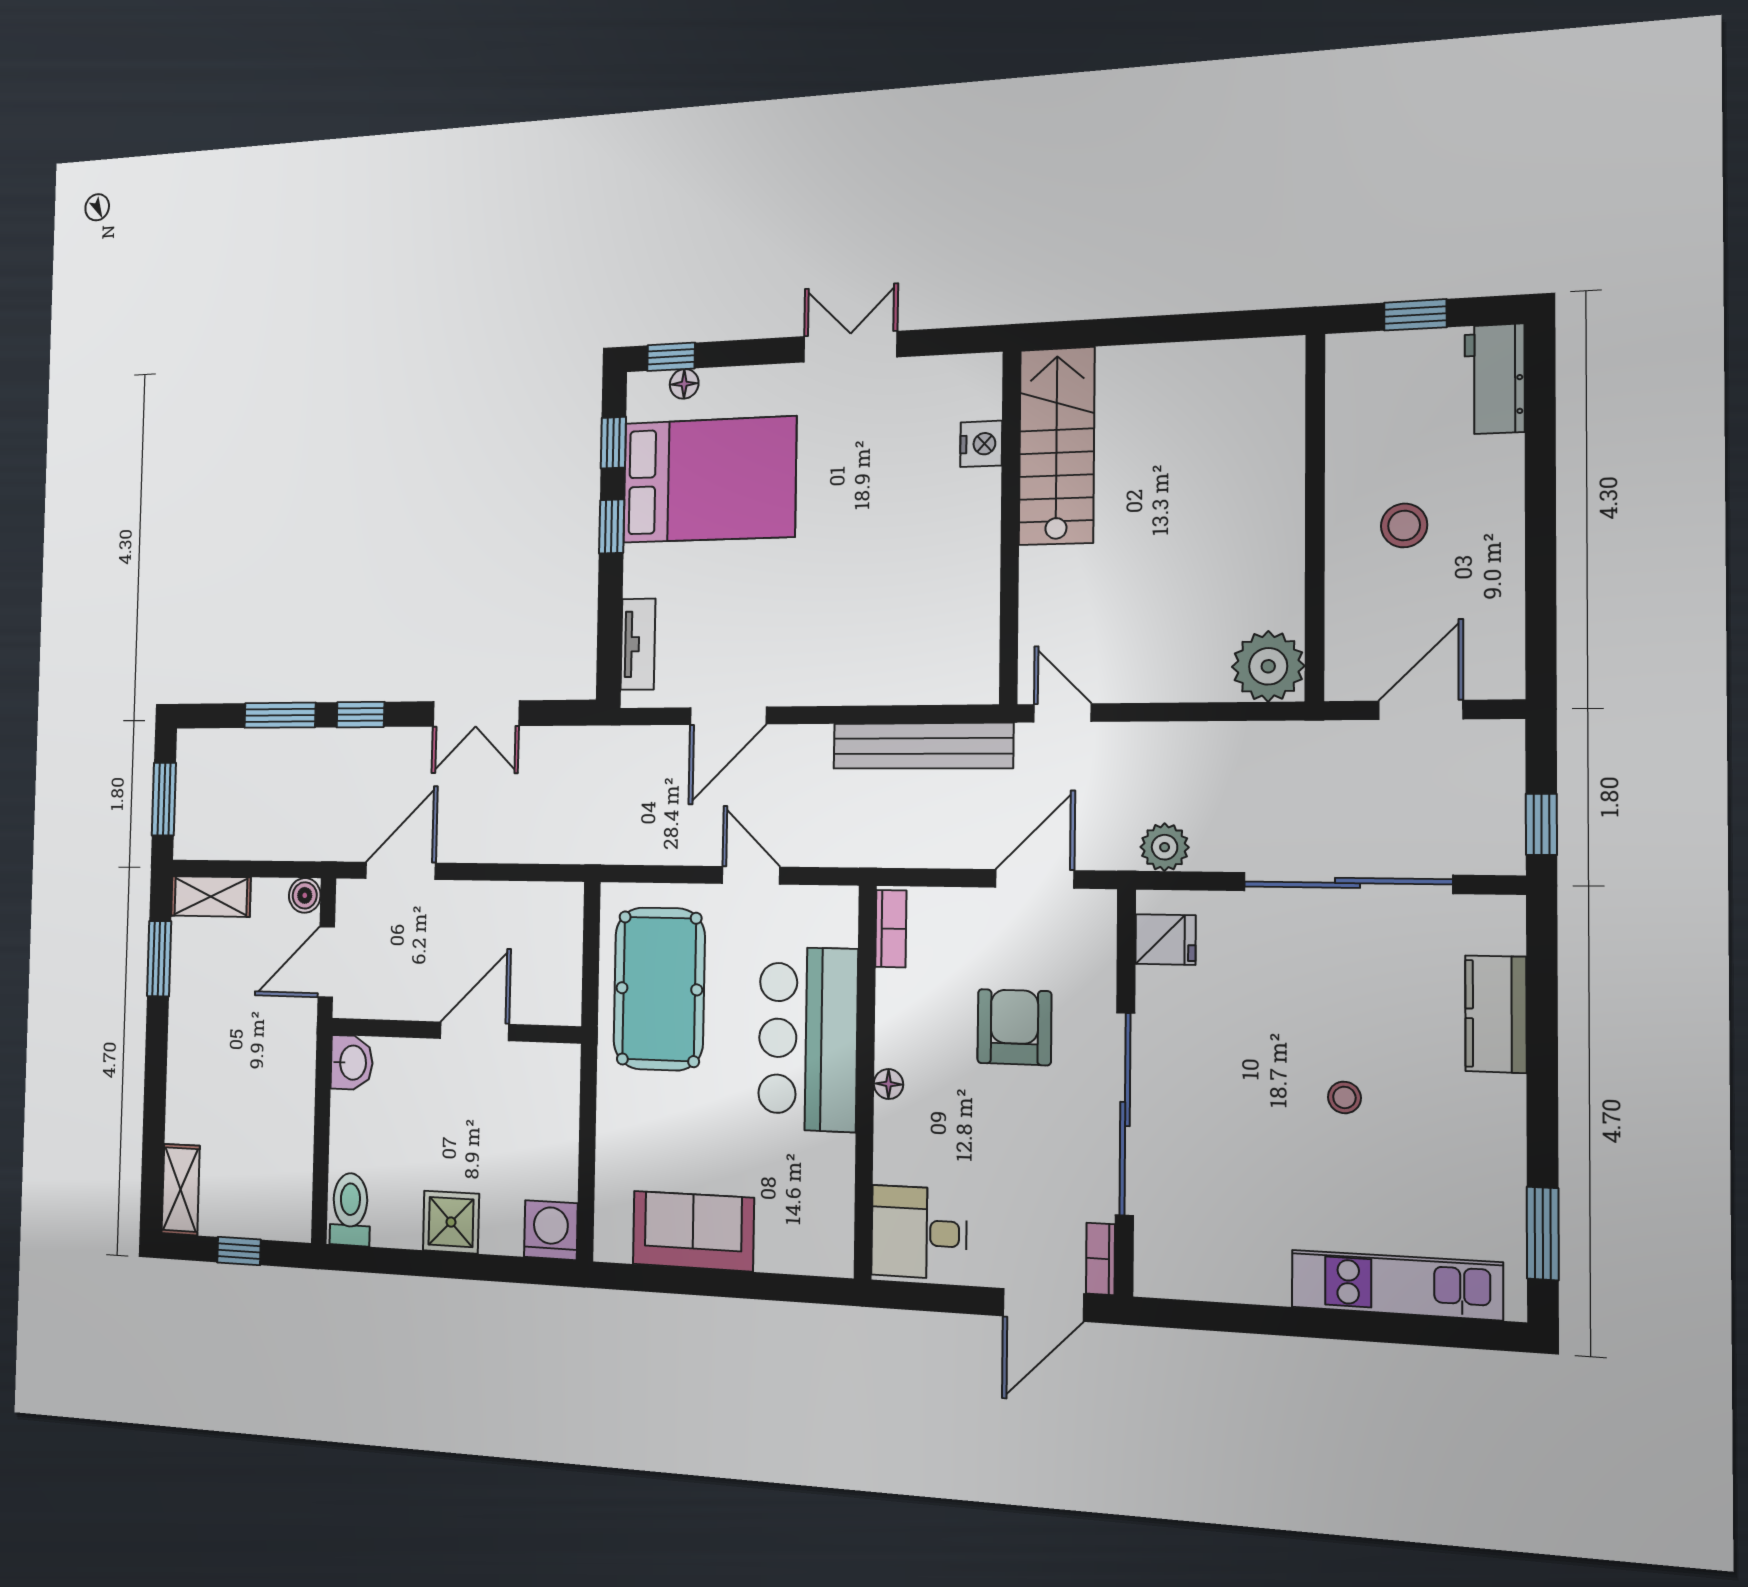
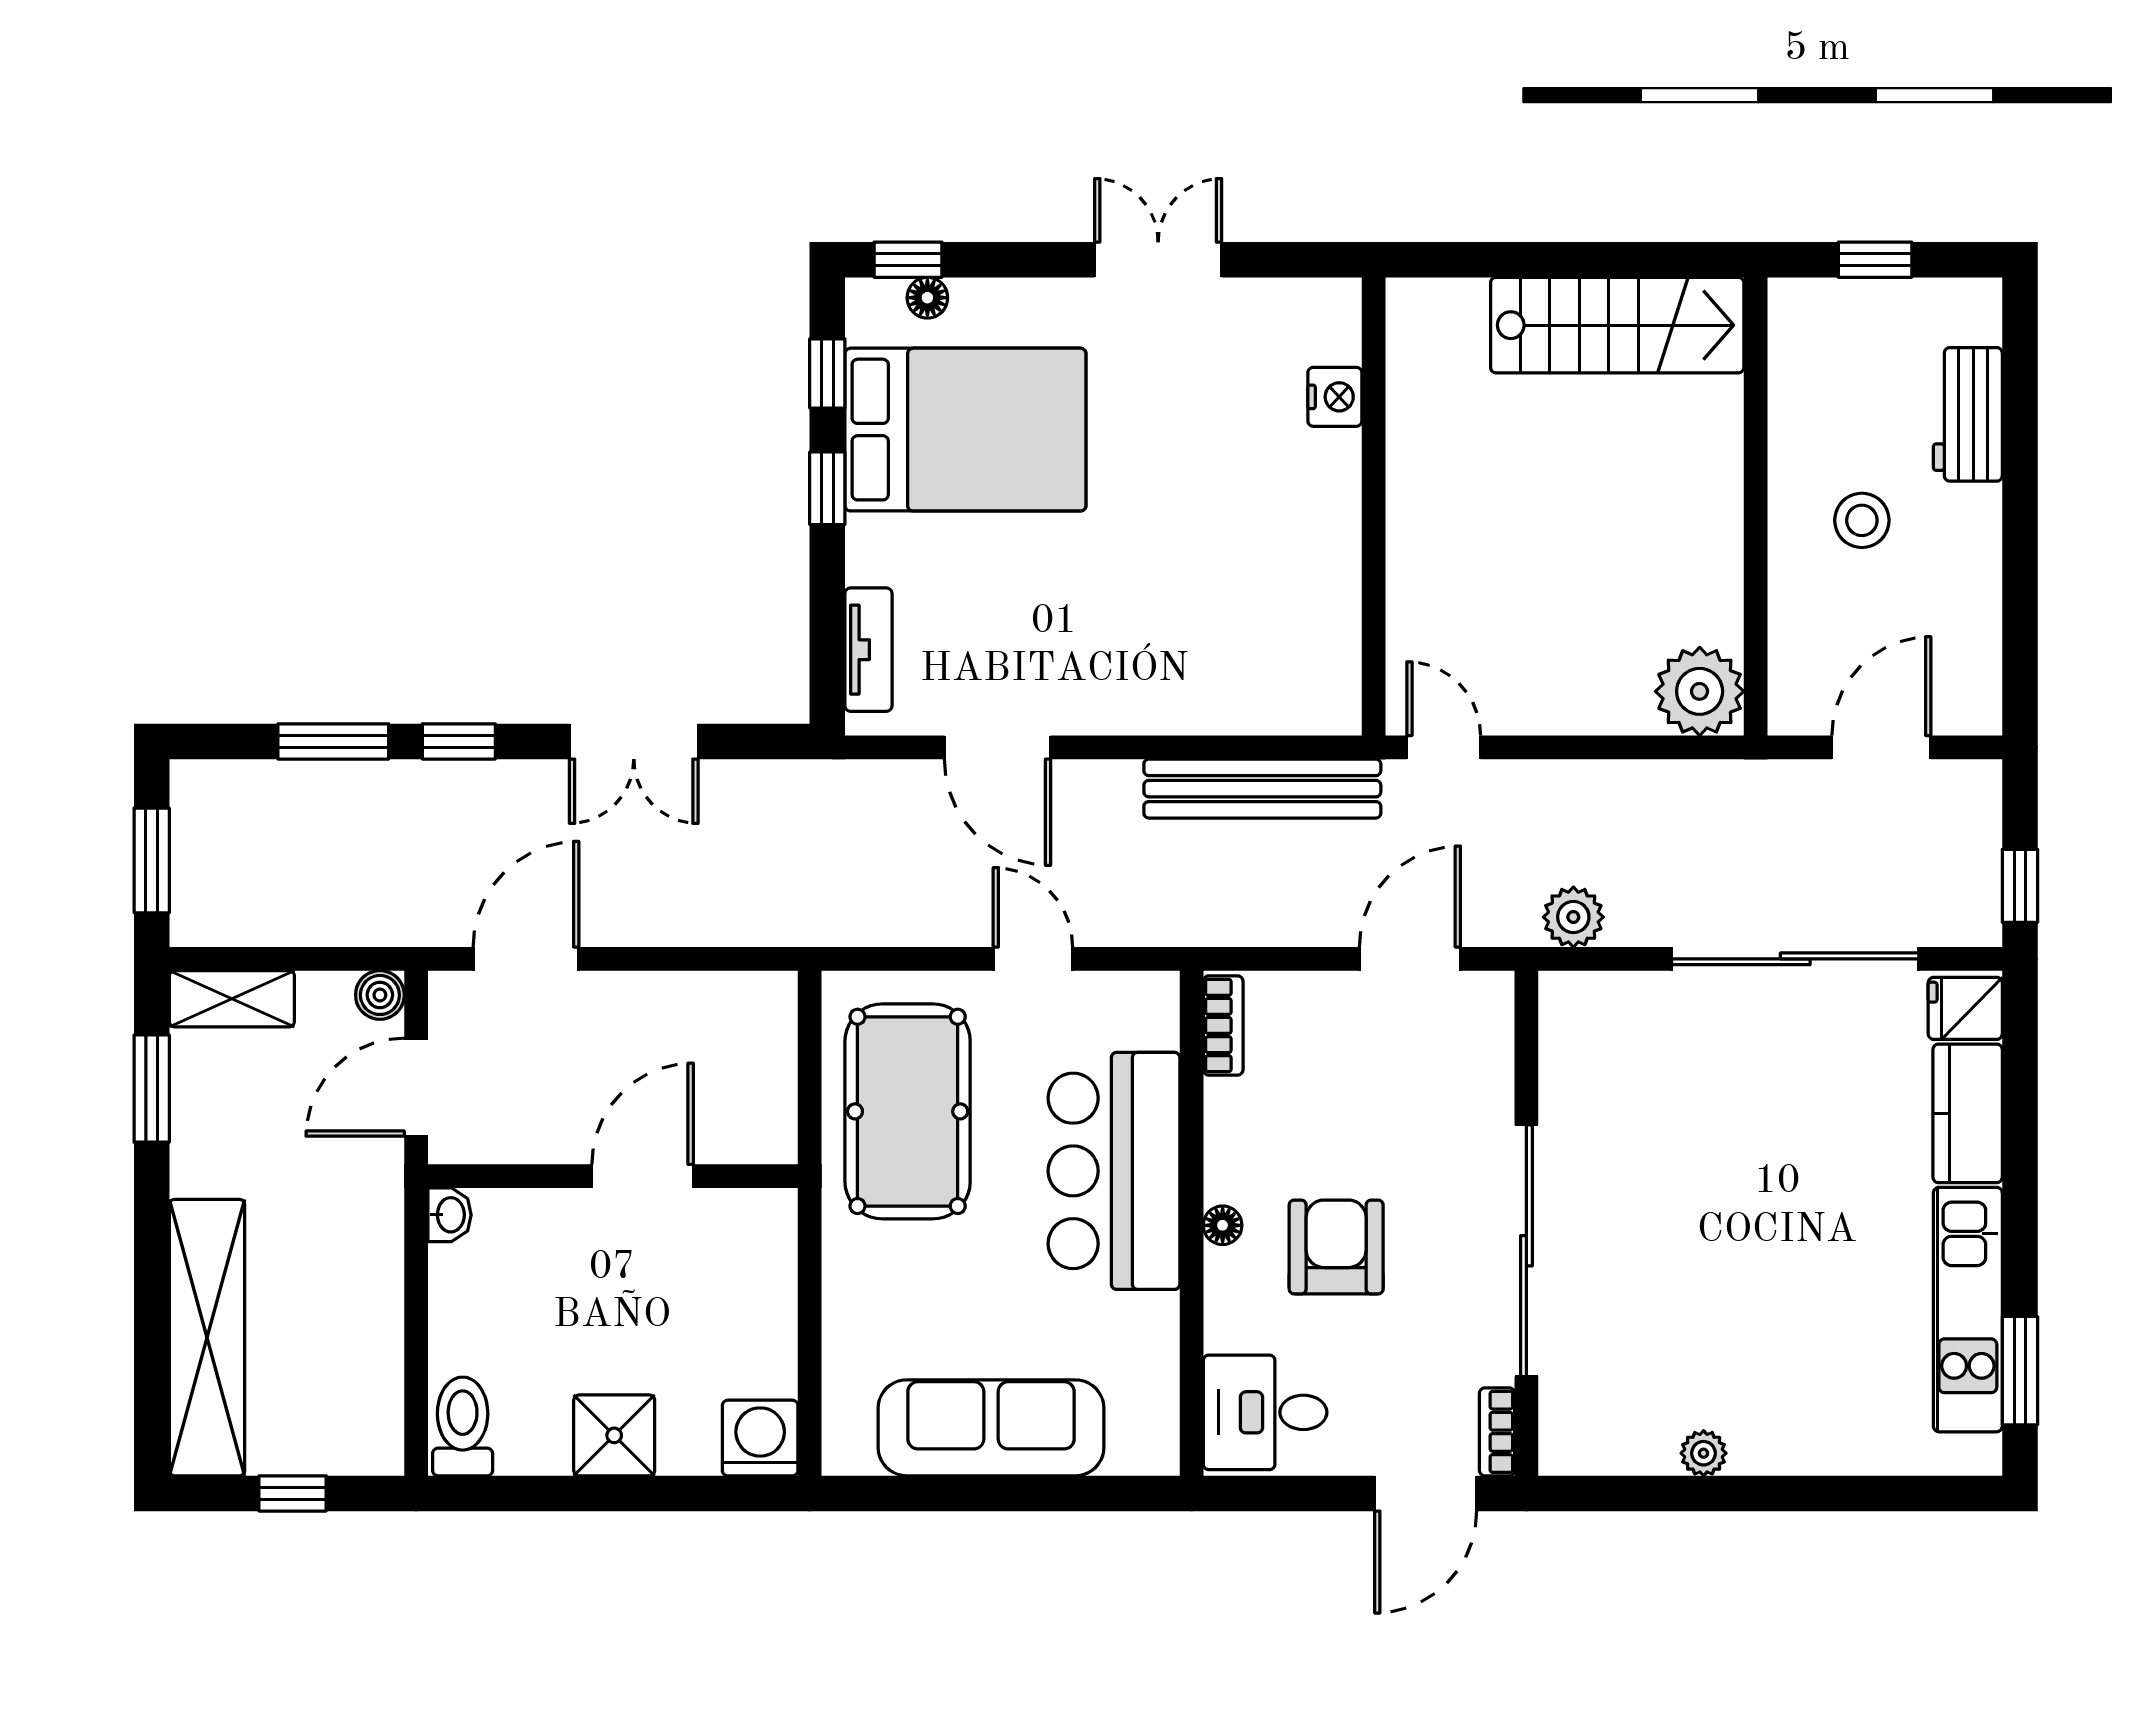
workbench: (1495, 379) -> (1968, 414), moved
stairs: (1057, 446) -> (1617, 325), moved, turned 90
door: (728, 716) -> (997, 747), hinge flipped
fridge: (1165, 940) -> (1965, 1008), moved, turned 180
armchair: (1014, 1027) -> (1336, 1247), moved
washbasin: (352, 1063) -> (450, 1215), width x0.72, depth x0.69
stool: (1344, 1097) -> (1792, 1220), removed
shelving: (181, 1190) -> (207, 1338), width x2.20, depth x1.33
sofa: (693, 1231) -> (991, 1428), width x1.36
kitchen unit: (1396, 1285) -> (1968, 1310), moved, turned -90
plant: (1269, 1287) -> (1704, 1453), added

